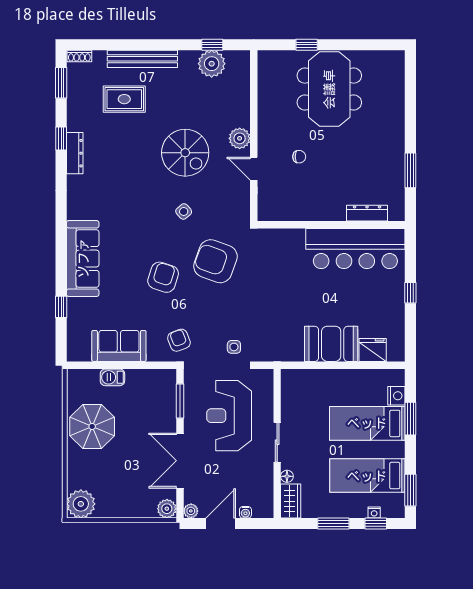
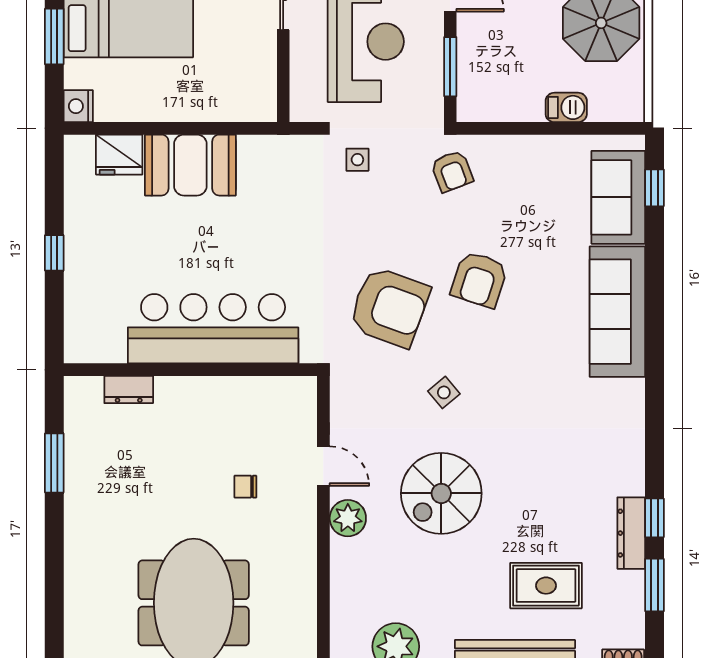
window: (61, 83) -> (655, 585), moved
dresser: (75, 153) -> (631, 533), moved
spiral stairs: (185, 153) -> (441, 493), turned -90
dresser: (367, 213) -> (129, 390), width x0.70
bar counter: (355, 249) -> (213, 329), moved
window: (61, 307) -> (655, 188), moved
sofa: (119, 346) -> (618, 197), moved, turned 90
nightstand: (396, 396) -> (78, 106), moved

